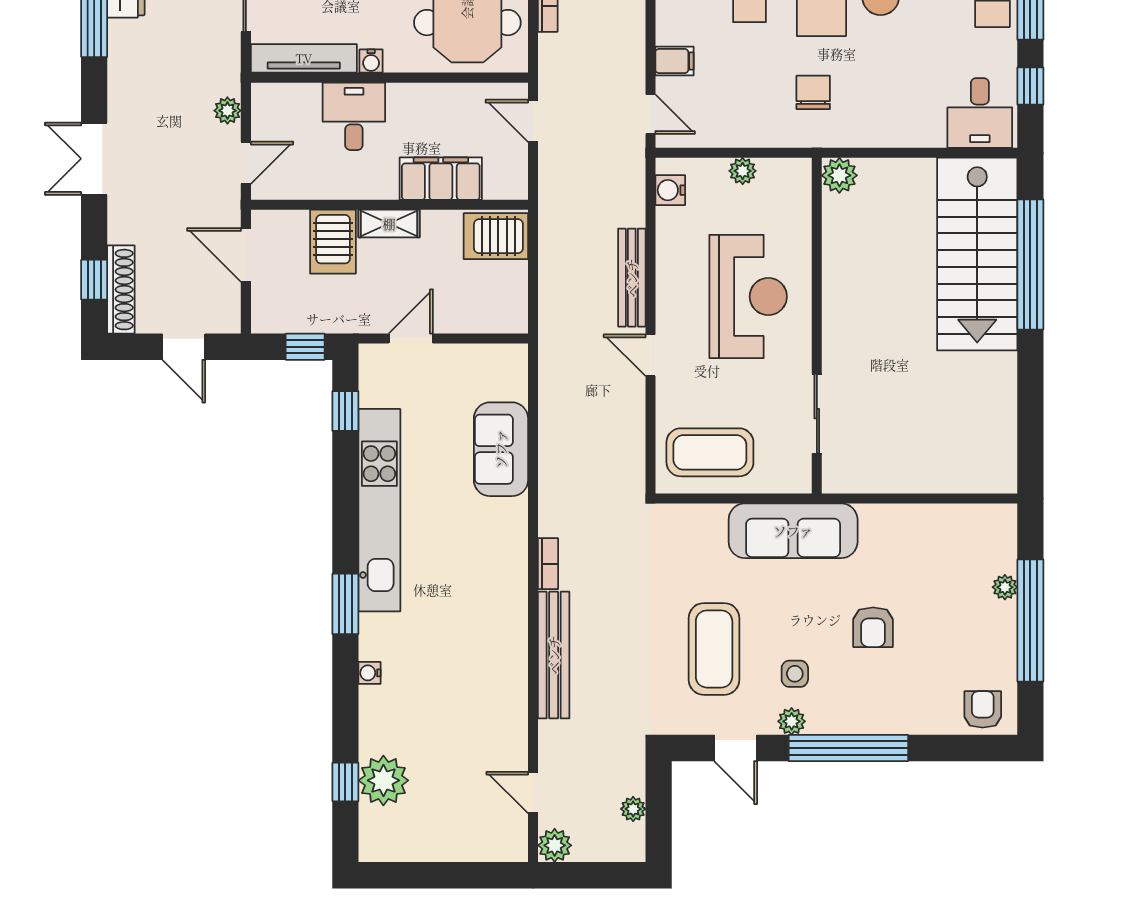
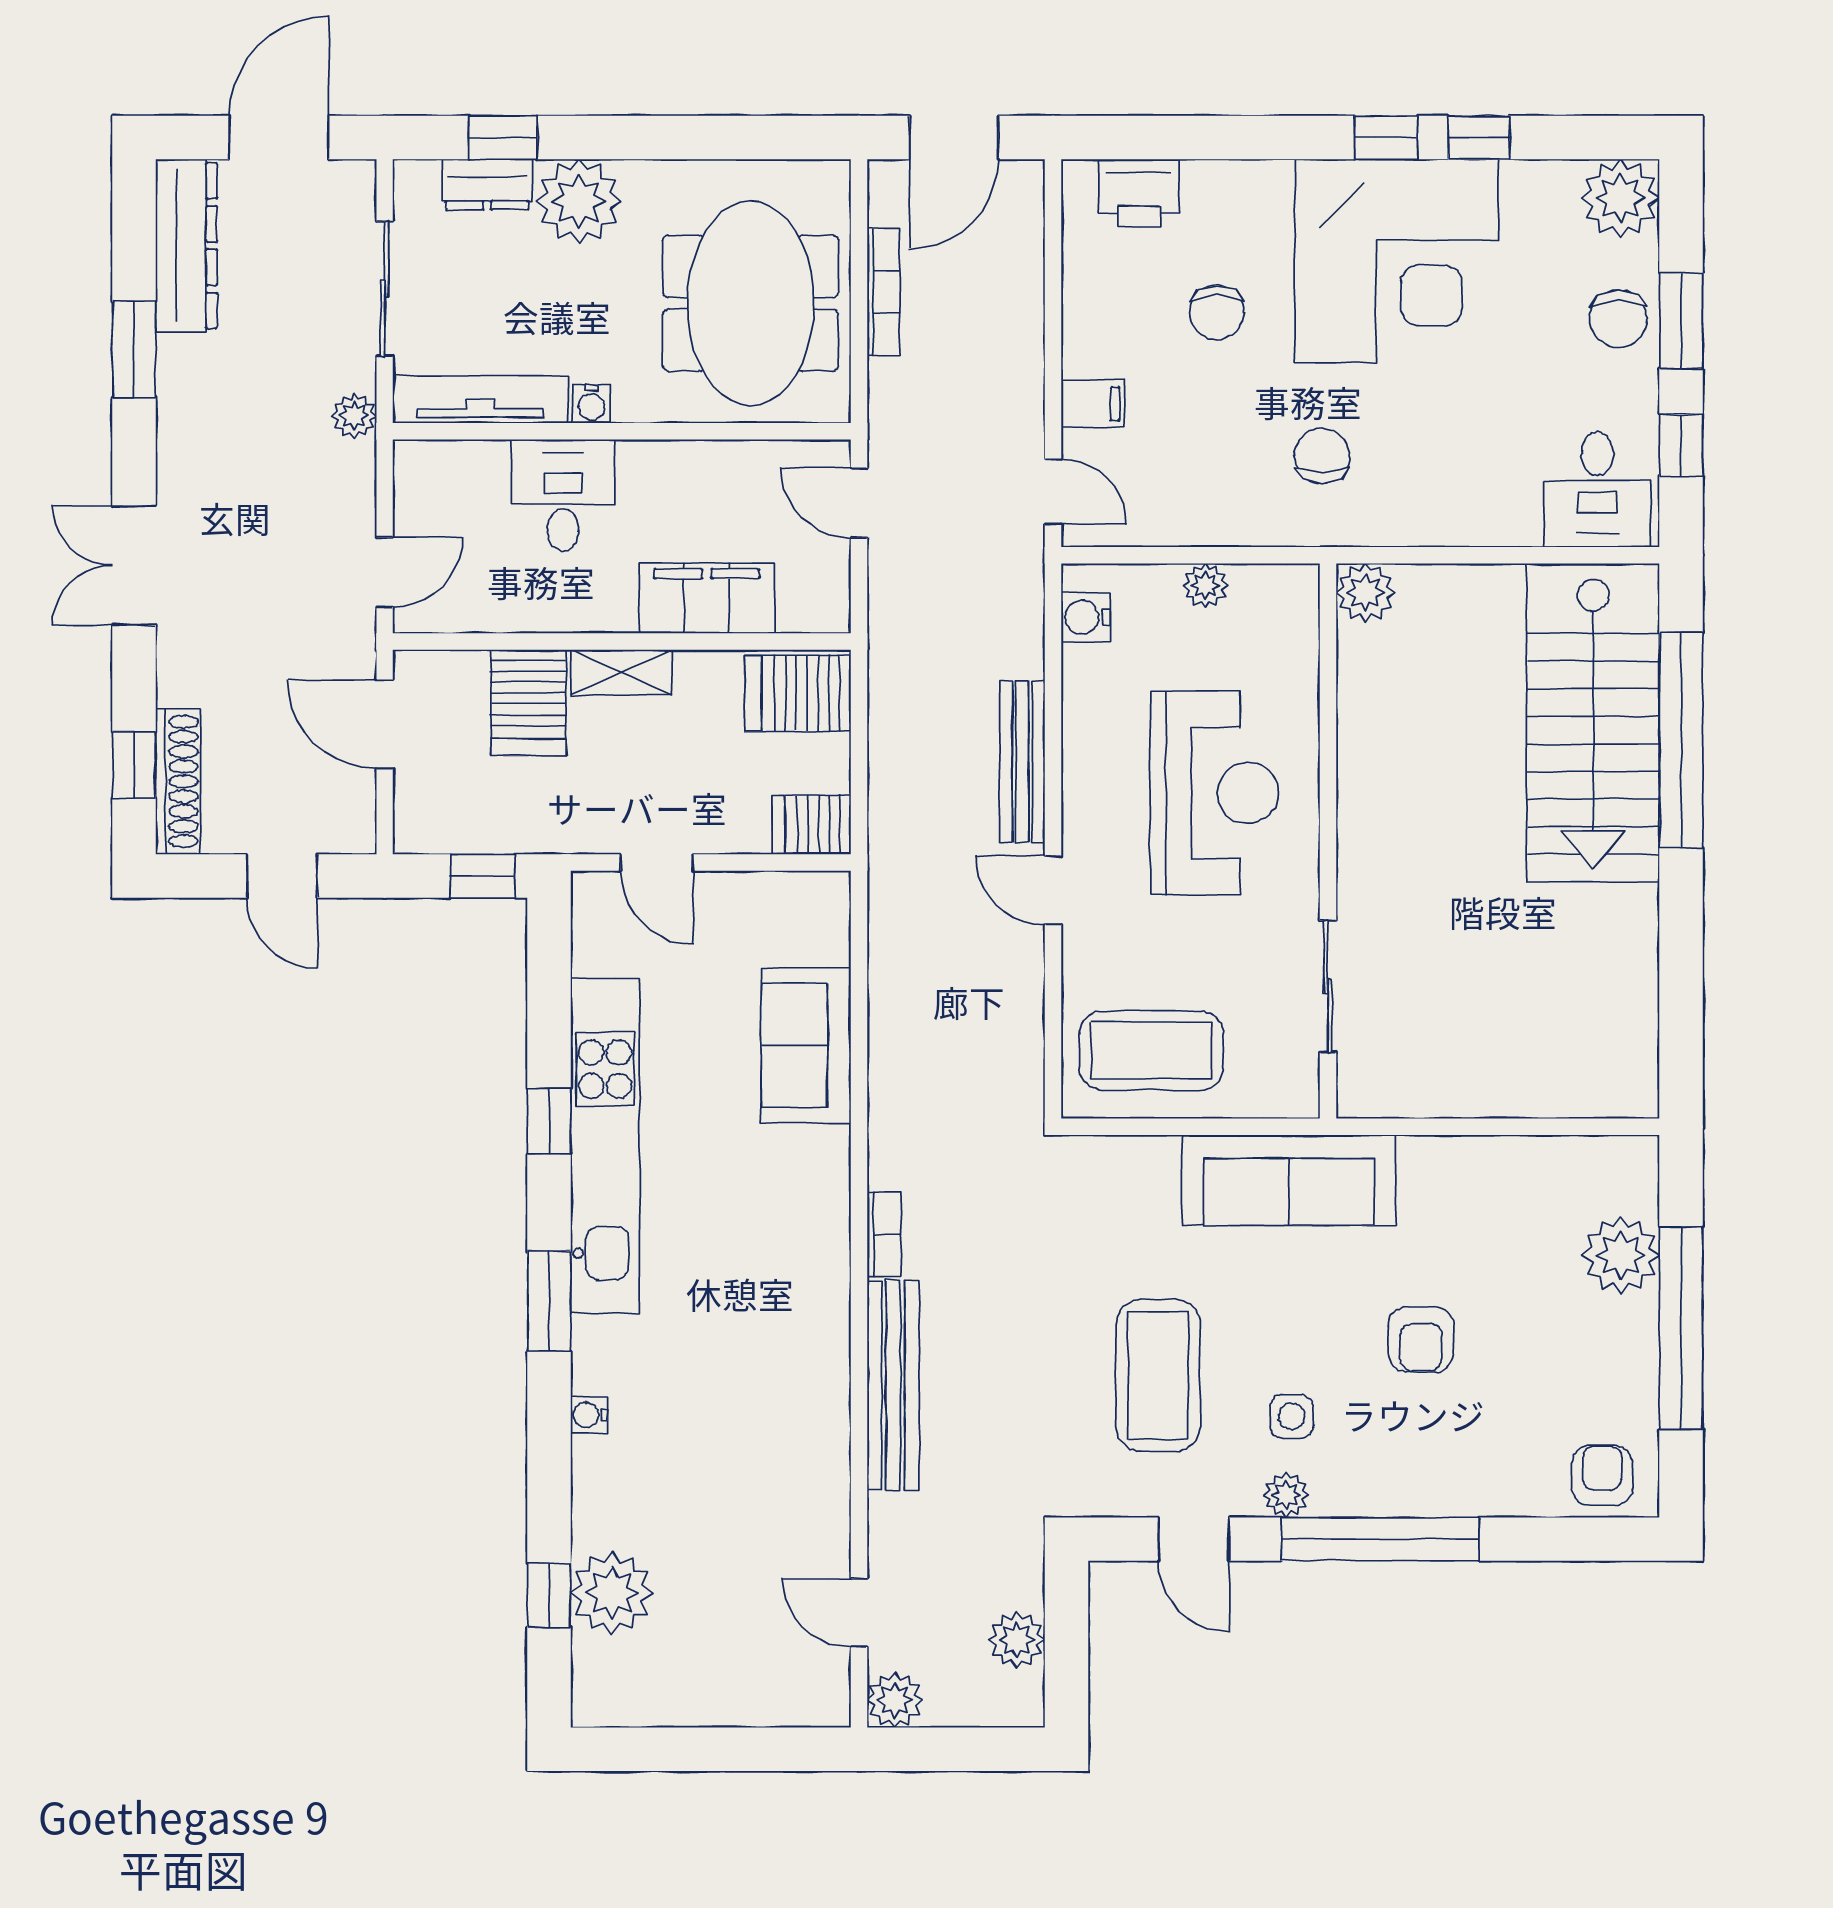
plant: (227, 111) -> (354, 416), moved
server rack: (504, 316) -> (812, 825), added
door: (411, 339) -> (657, 863), swing flipped
window: (345, 411) -> (549, 1121), moved
plant: (1005, 587) -> (1621, 1255), width x1.88, depth x1.88
plant: (633, 809) -> (1017, 1640), width x1.38, depth x1.38

